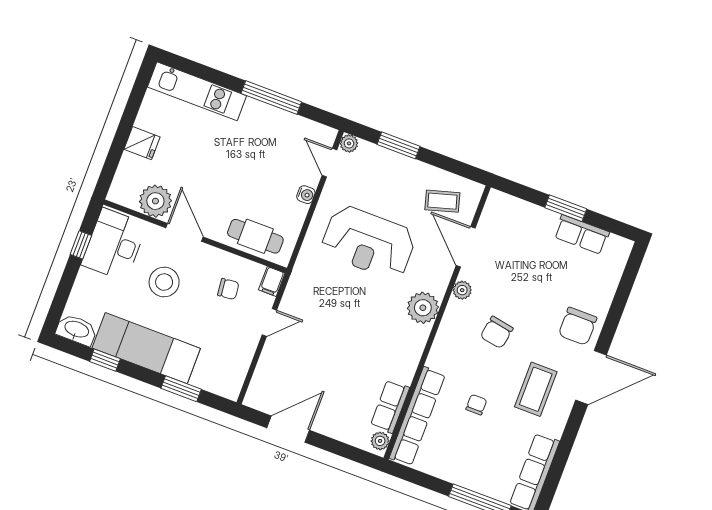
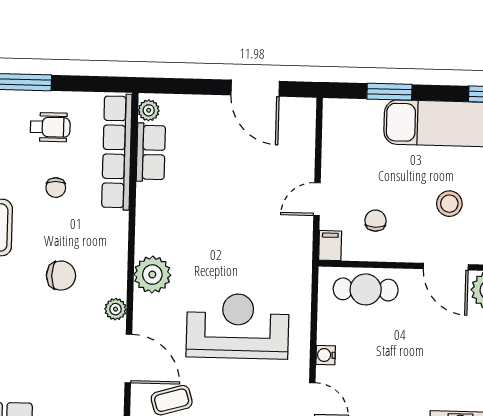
stool: (164, 282) -> (449, 204), width x0.73, depth x0.73
chair: (228, 289) -> (375, 221), turned 96
chair: (497, 332) -> (61, 276), turned 80
door: (288, 429) -> (255, 88), hinge flipped
wheelchair: (464, 455) -> (50, 127), added

